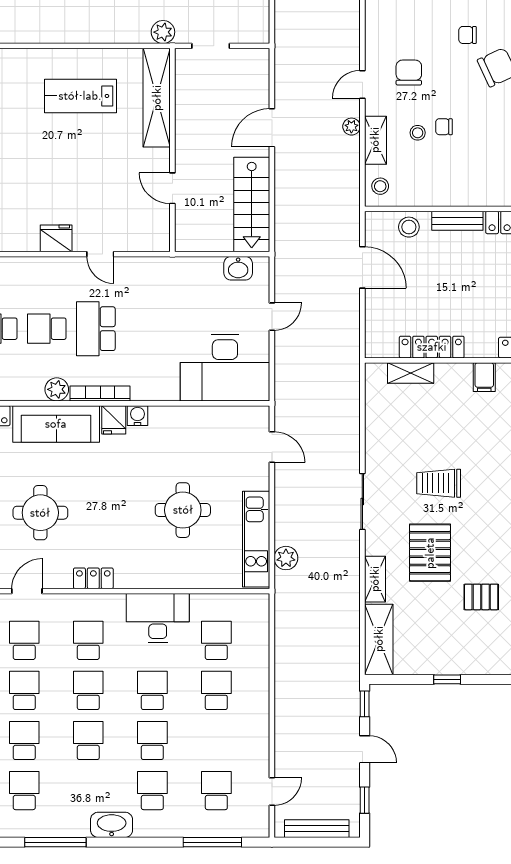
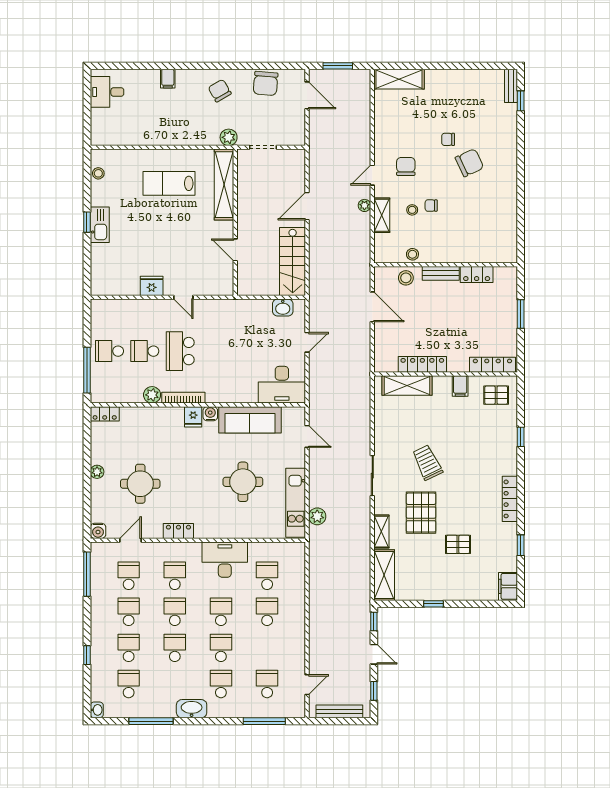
stool: (380, 186) -> (412, 254), moved
desk: (225, 368) -> (282, 385), width x0.73, depth x0.77
shelving: (411, 373) -> (407, 385), width x1.50, depth x1.33
sofa: (56, 424) -> (250, 420), moved
trolley: (439, 483) -> (427, 462), turned 64

